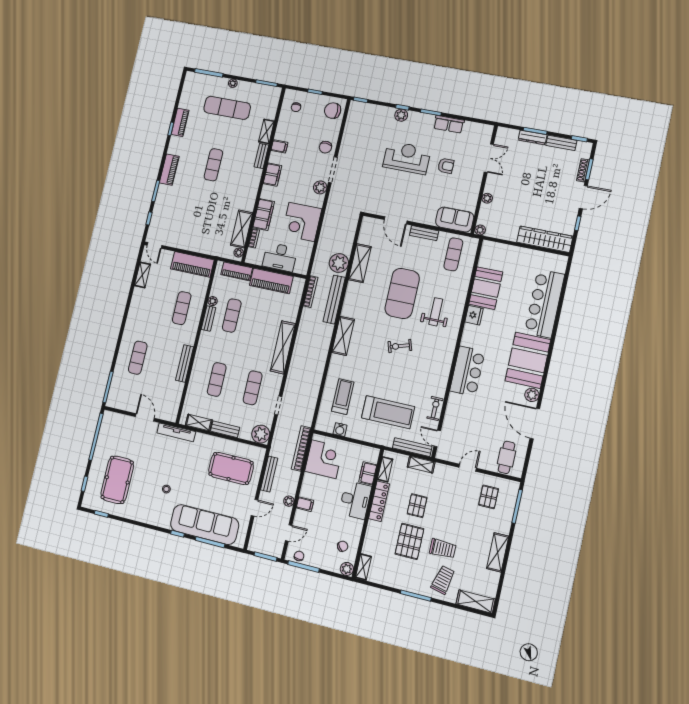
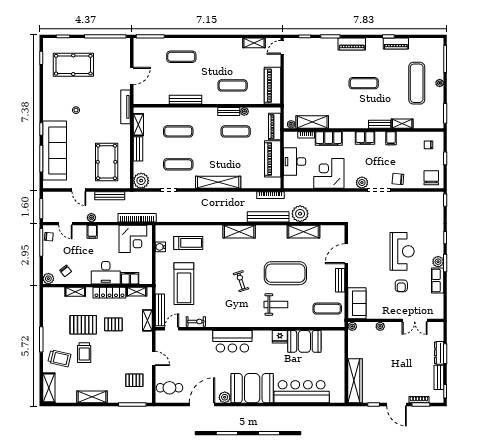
plant: (401, 115) -> (438, 262), moved
shelving: (363, 567) -> (75, 292), moved

